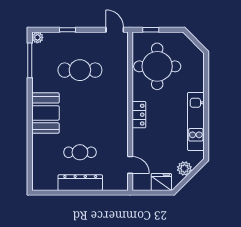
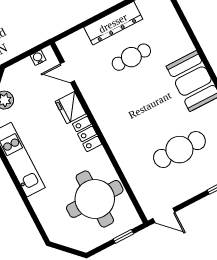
fridge: (161, 182) -> (71, 108), moved, turned 90
water cooler: (145, 186) -> (38, 58), added

